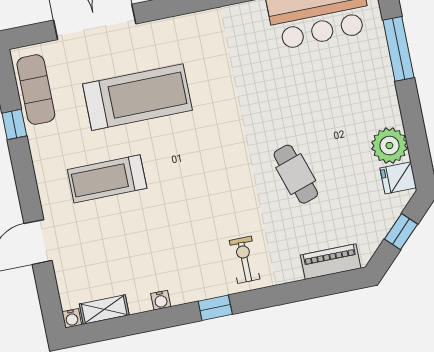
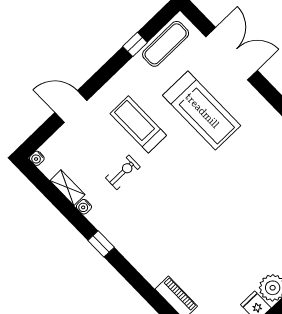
cafe table: (296, 174) -> (217, 241), removed
exercise bike: (245, 260) -> (123, 172), moved
shelving: (104, 309) -> (67, 188), moved

